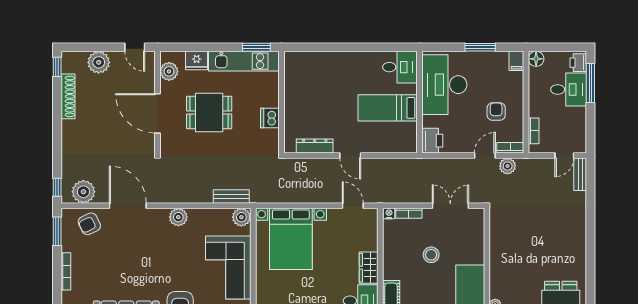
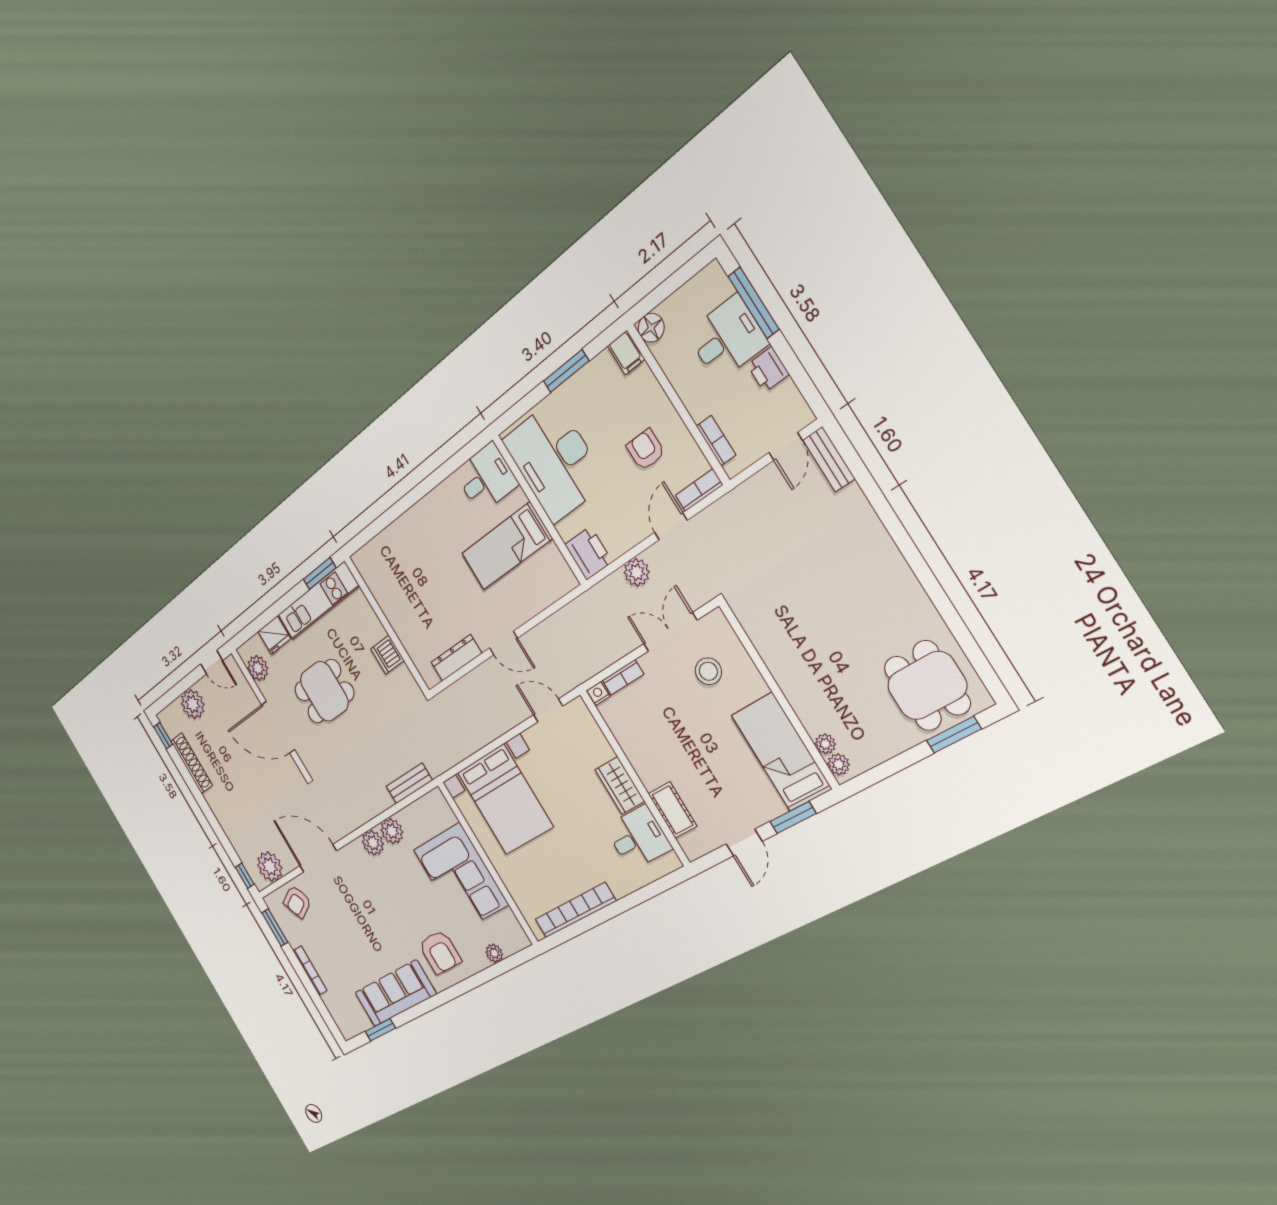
printer: (578, 63) -> (768, 369), moved
plant: (508, 166) -> (637, 572), moved
plant: (241, 217) -> (392, 831), moved
stool: (431, 255) -> (708, 671), moved

